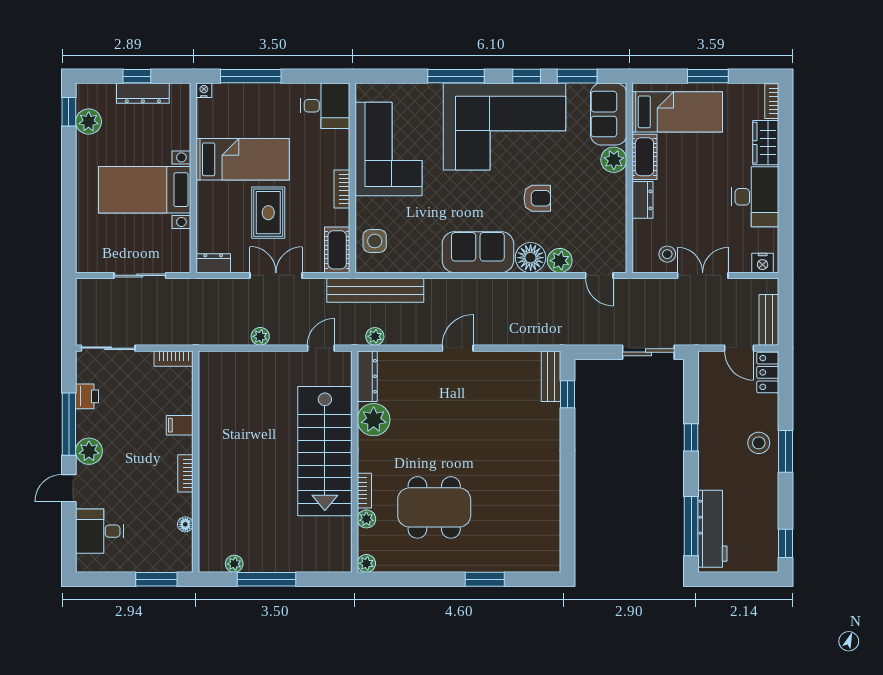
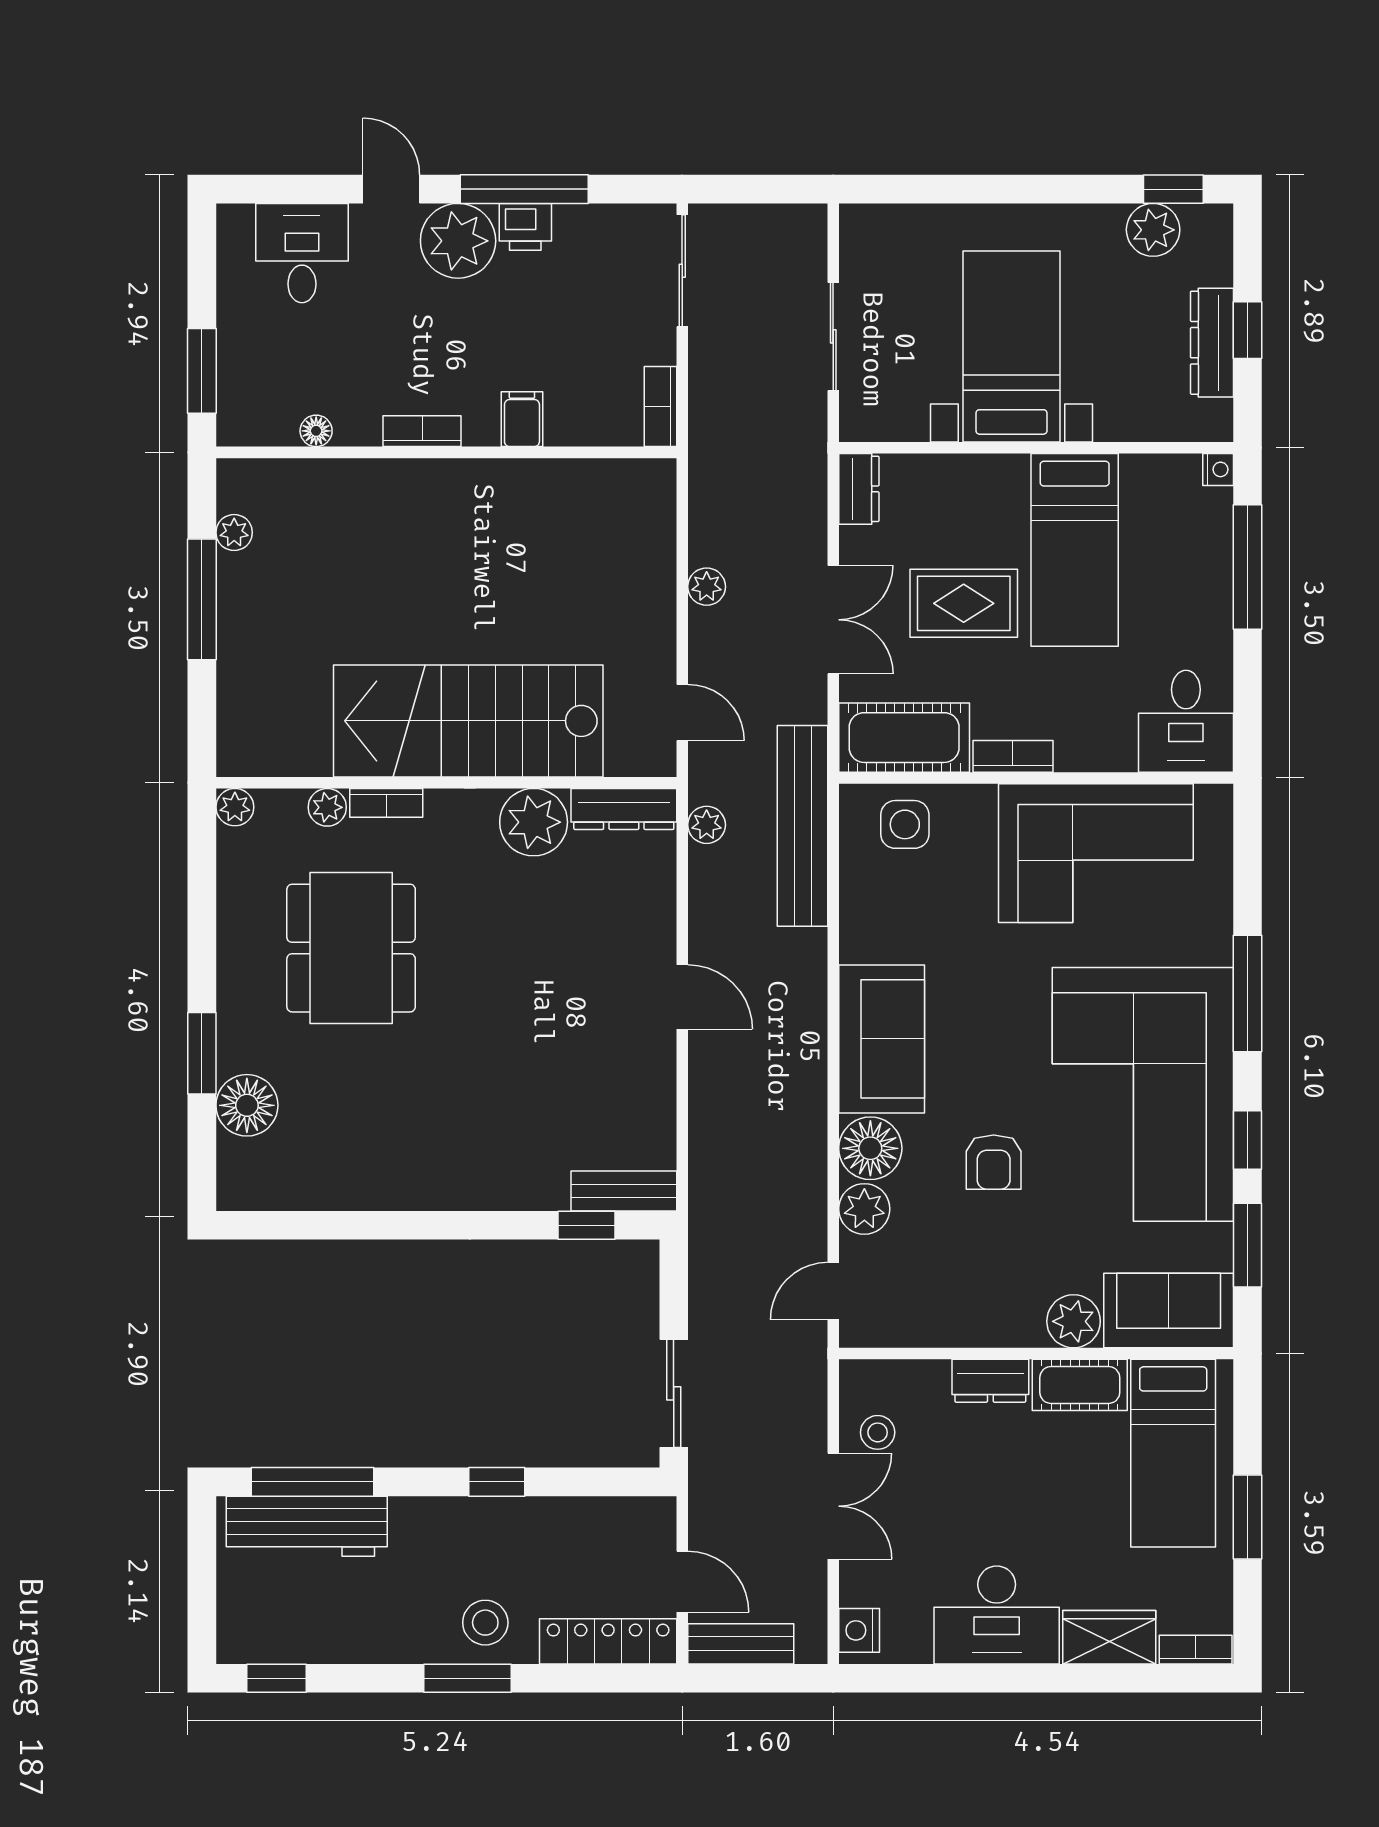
cot: (337, 250) -> (904, 738), width x1.37, depth x1.34
door: (739, 348) -> (682, 1582), swing flipped
locker: (768, 372) -> (608, 1641), width x1.53
printer: (87, 396) -> (525, 227), moved
plant: (89, 451) -> (458, 241), width x1.36, depth x1.36
floor lamp: (510, 558) -> (247, 1105), added

